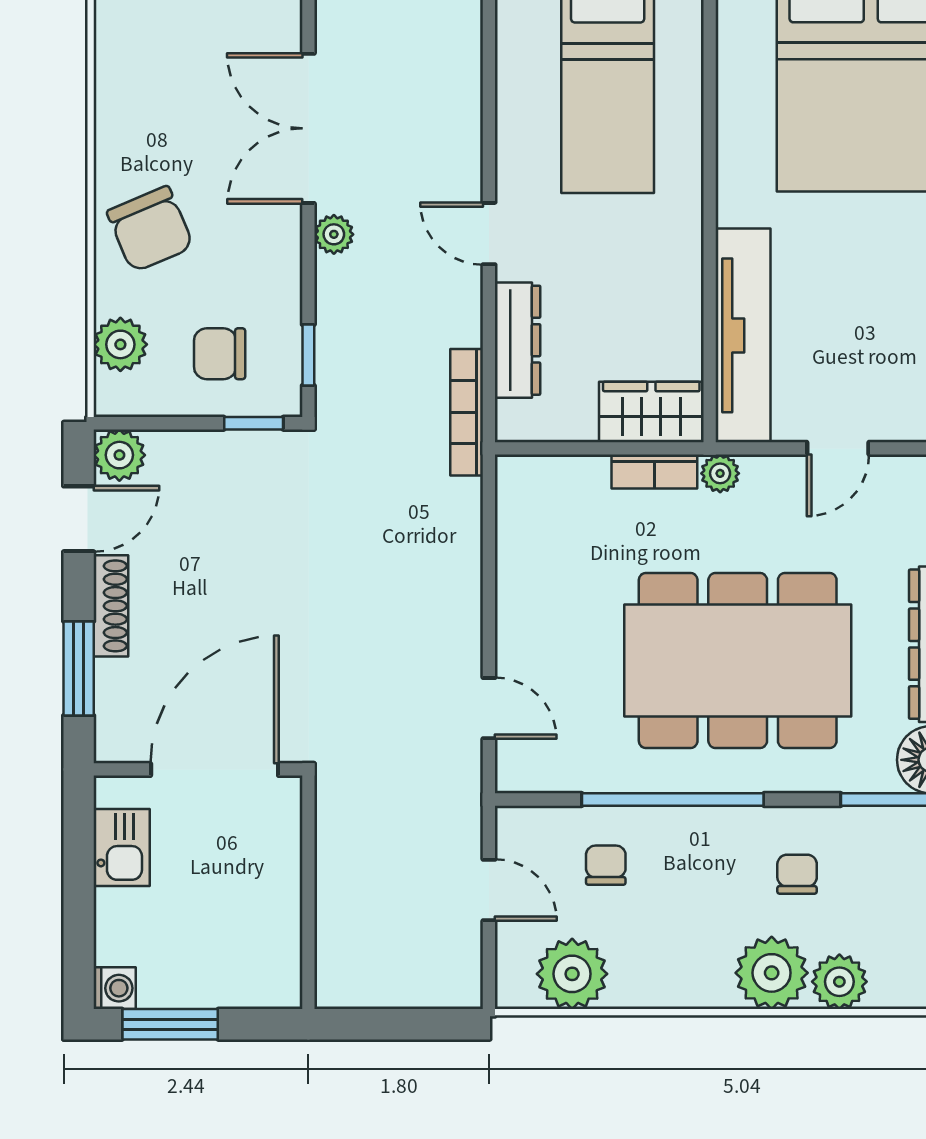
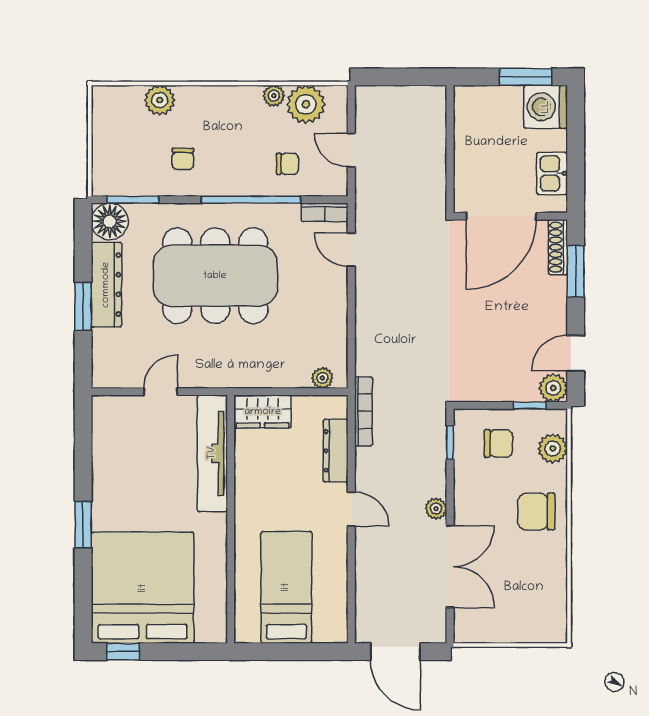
chair: (150, 229) -> (536, 512), turned -67
window: (254, 423) -> (530, 405), moved
bookcase: (654, 471) -> (325, 212), moved, turned 180
plant: (720, 473) -> (322, 378), moved
shoe rack: (111, 606) -> (558, 247), moved
chair: (606, 865) -> (287, 164), turned -90
plant: (772, 973) -> (274, 96), moved, width x0.53, depth x0.53
washing machine: (115, 988) -> (546, 107), width x1.89, depth x1.89

